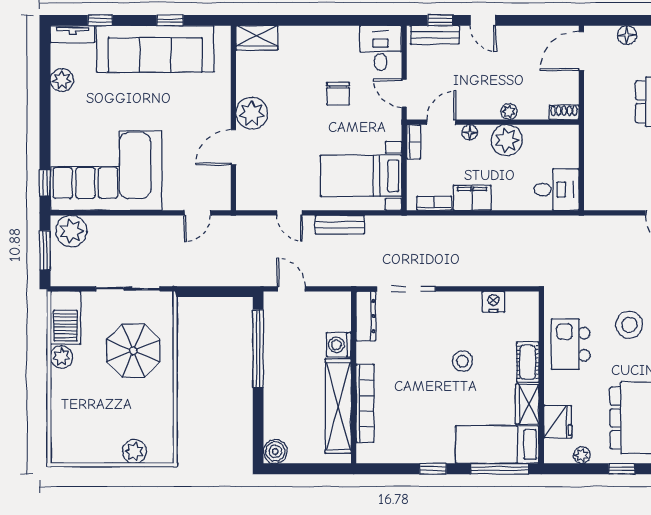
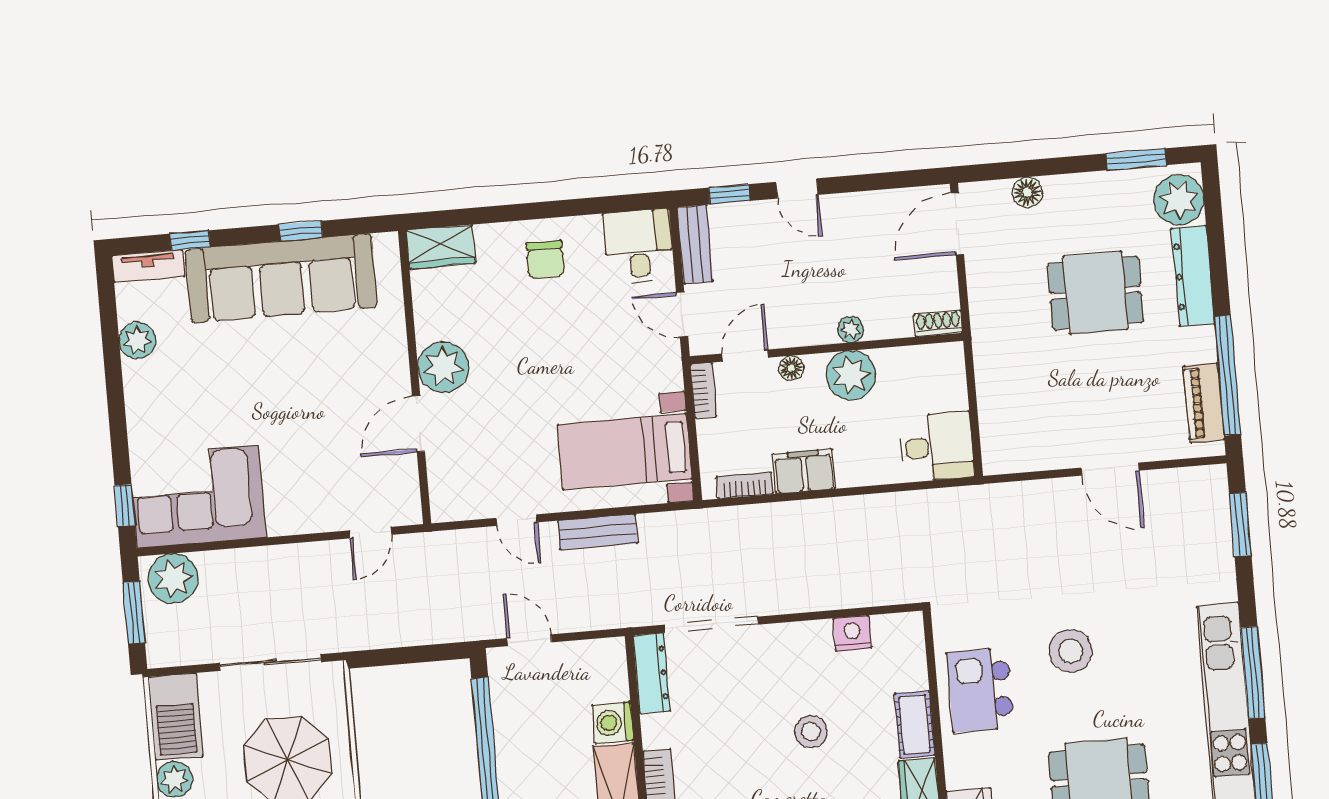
bench: (435, 35) -> (695, 244), moved, turned 90
chair: (338, 94) -> (546, 260), moved
corner sofa: (106, 171) -> (198, 497), width x0.73, depth x0.74

